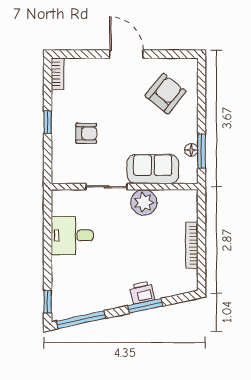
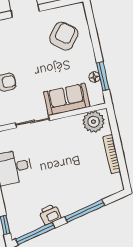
plant: (144, 202) -> (94, 122), moved
printer: (142, 293) -> (50, 215), moved
window: (145, 306) -> (85, 211), width x1.44

